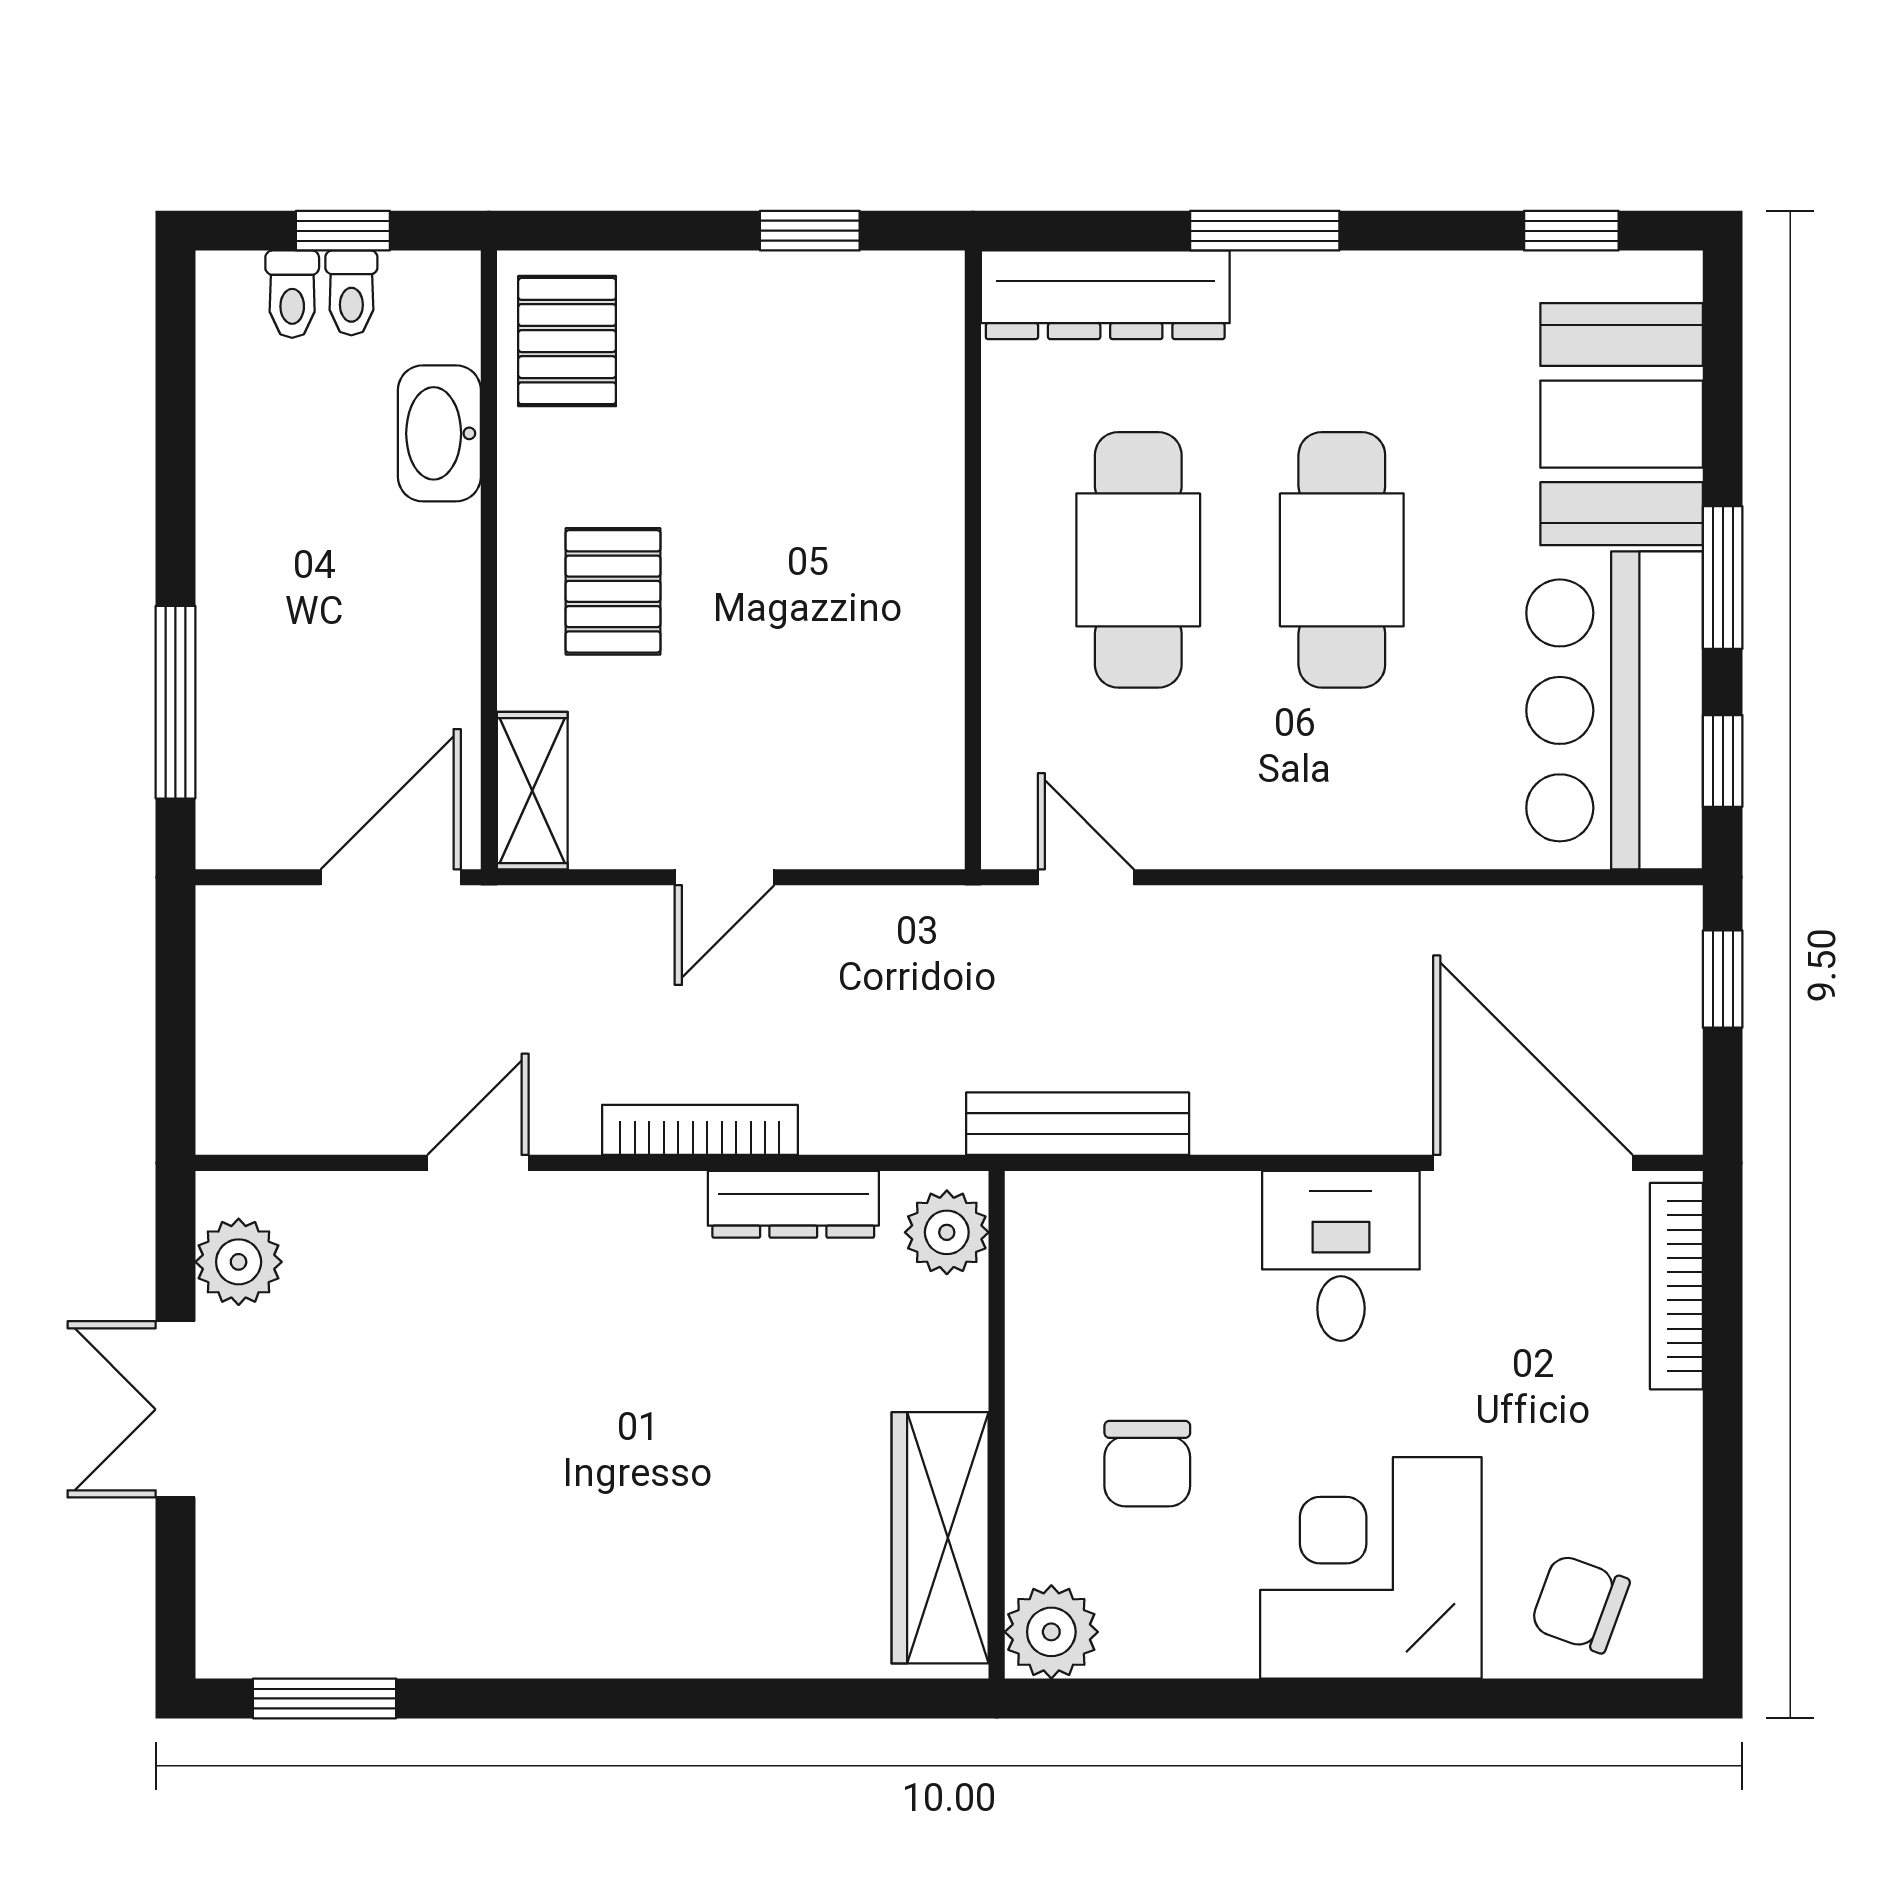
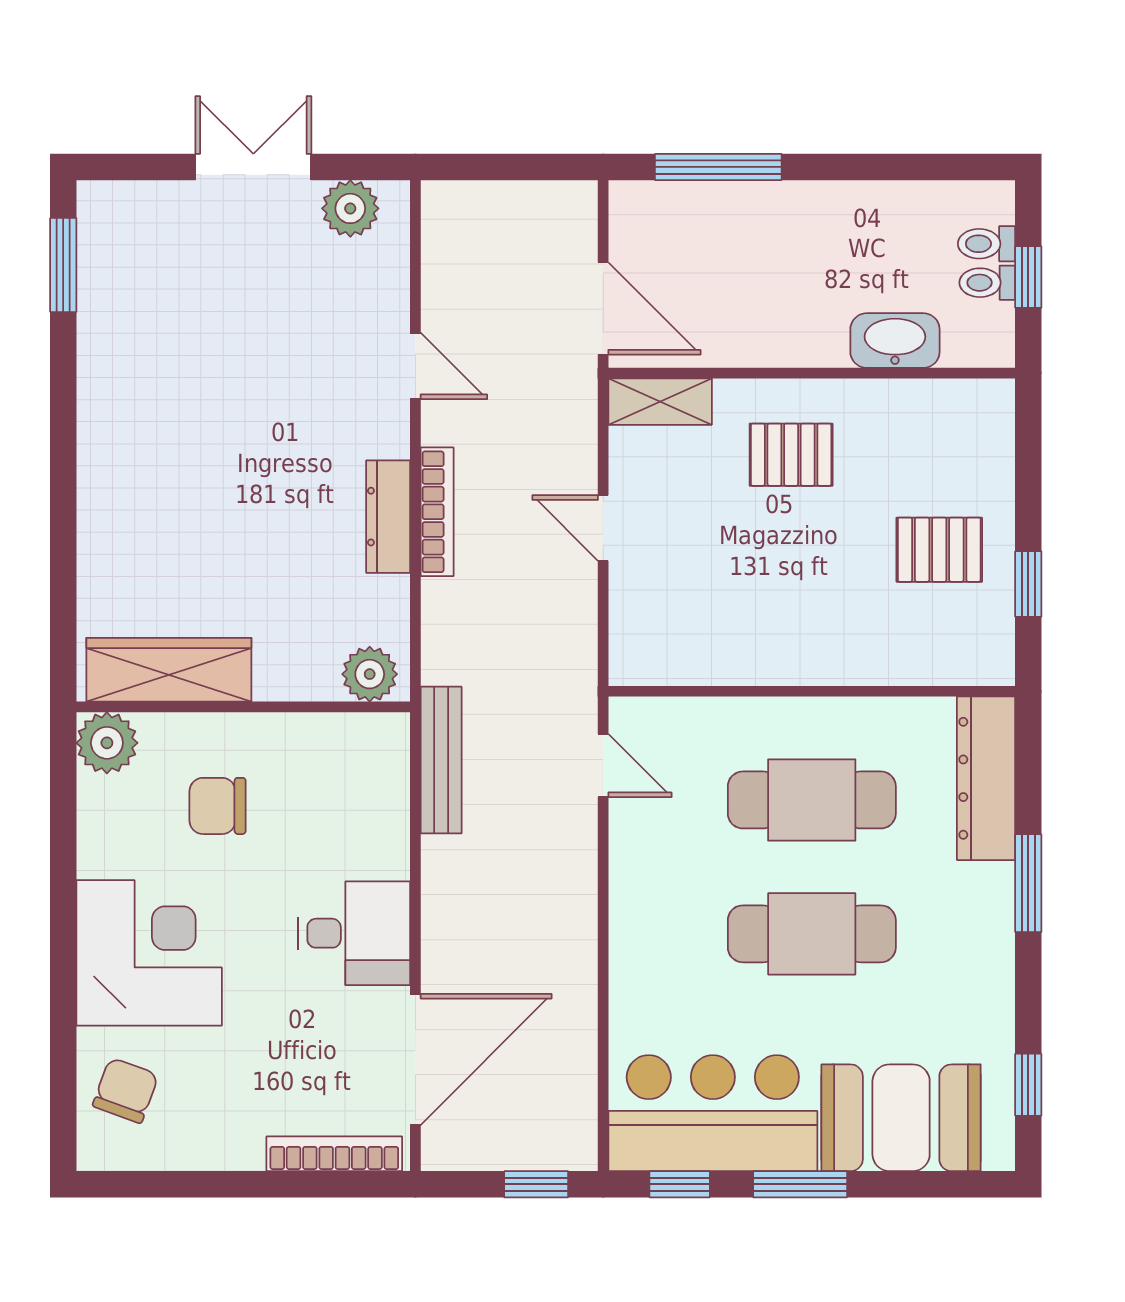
pallet: (567, 341) -> (939, 550), moved
door: (1086, 877) -> (603, 766), hinge flipped
dresser: (793, 1204) -> (388, 517), moved

